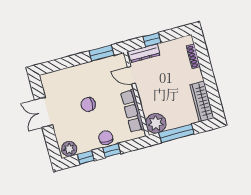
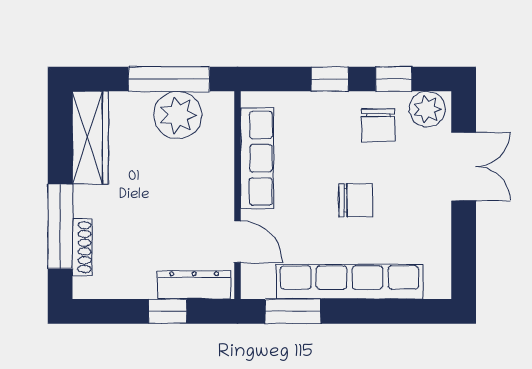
window: (204, 62) -> (60, 226), added
row of seats: (82, 71) -> (350, 282), added
double door: (44, 112) -> (464, 167), moved
plant: (156, 123) -> (178, 115), moved
chair: (106, 138) -> (378, 125), moved

